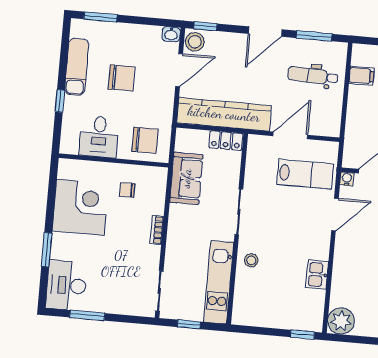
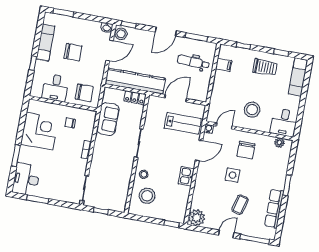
kitchen sink: (317, 275) -> (186, 176), moved
kitchen unit: (219, 282) -> (122, 186), removed
stool: (260, 294) -> (147, 196), added

